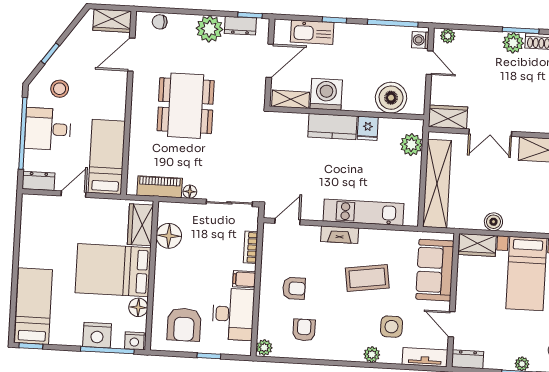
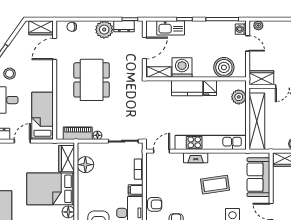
kitchen unit: (364, 212) -> (210, 142), width x1.36
armchair: (294, 288) -> (155, 204), moved

